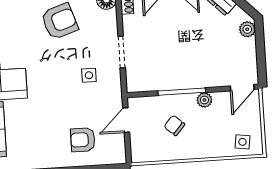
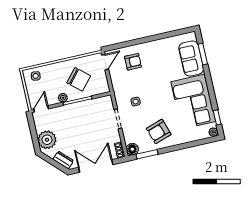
plant: (247, 29) -> (47, 140), width x1.87, depth x1.87
door: (126, 120) -> (105, 62), moved
chair: (174, 125) -> (79, 79), width x1.87, depth x1.87

